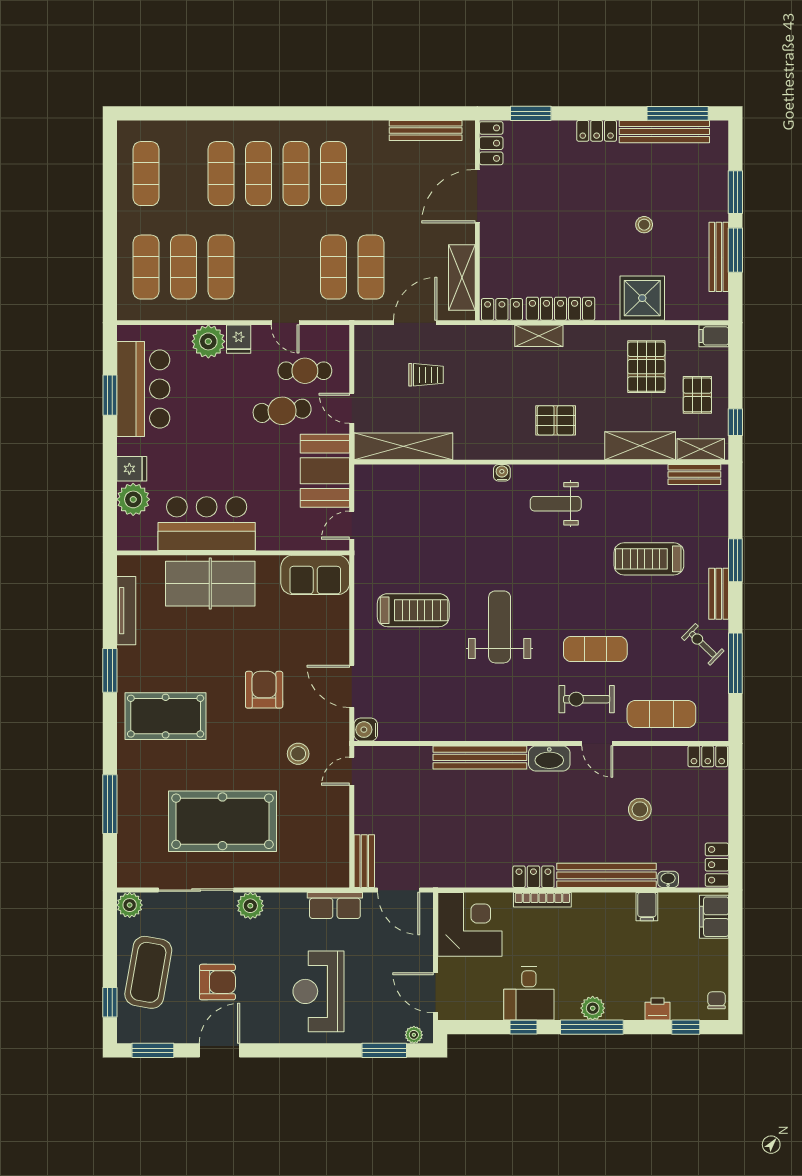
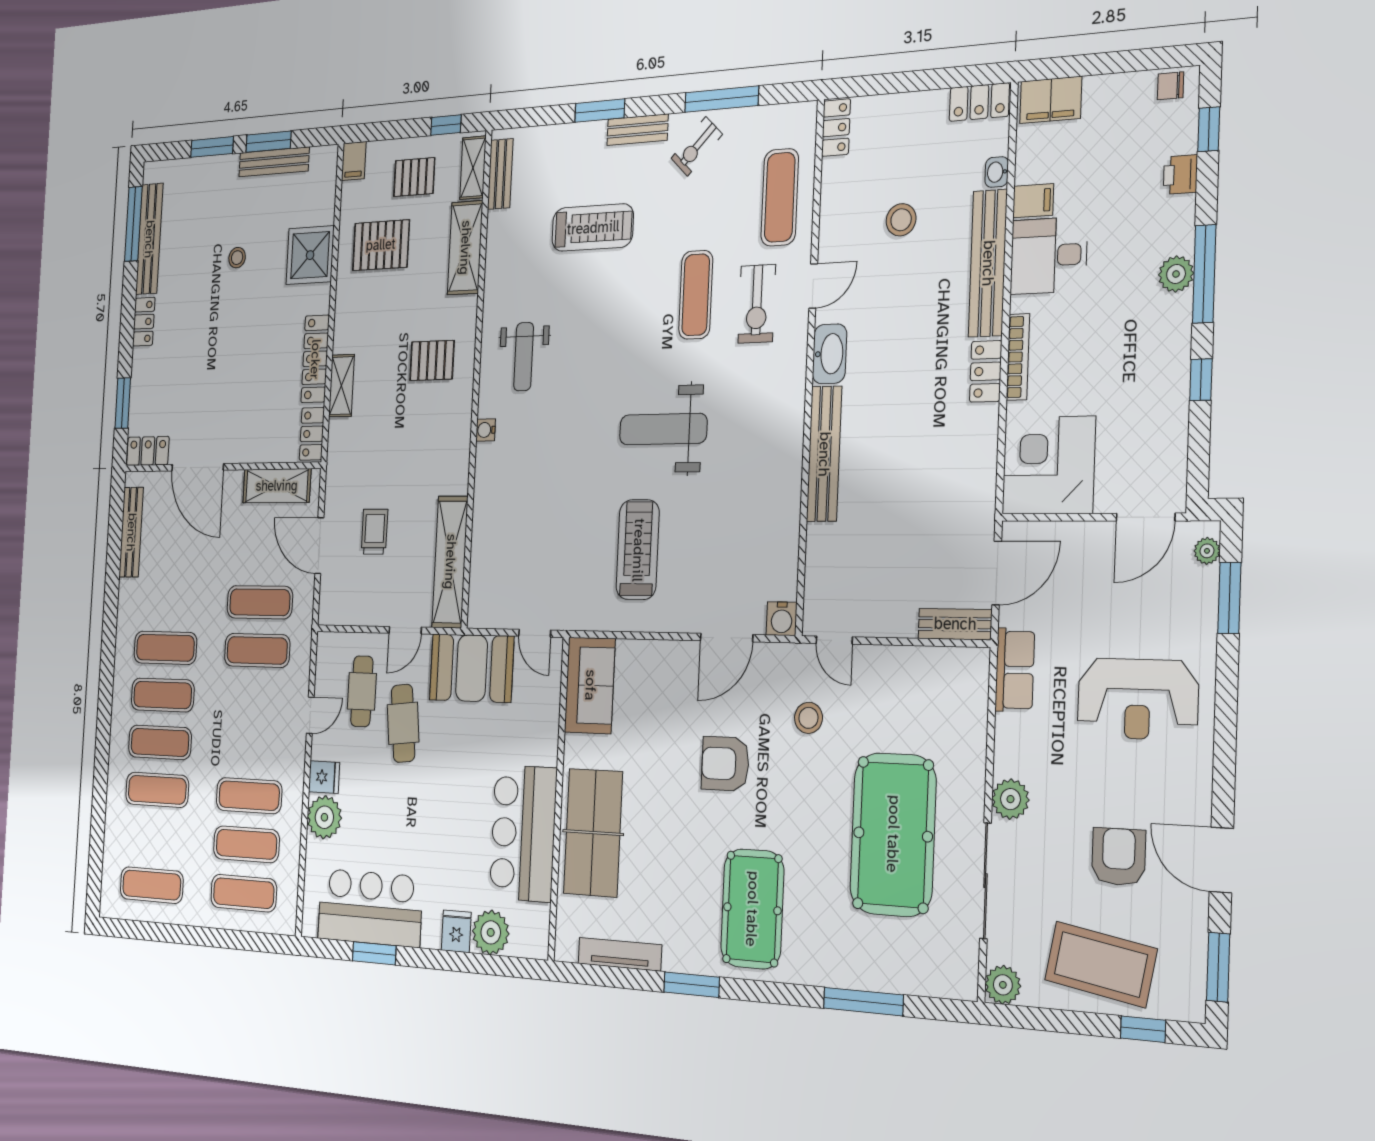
pallet: (556, 420) -> (432, 360), turned 90
treadmill: (649, 559) -> (593, 228), turned -90
desk: (529, 993) -> (1049, 256), moved, turned 180

